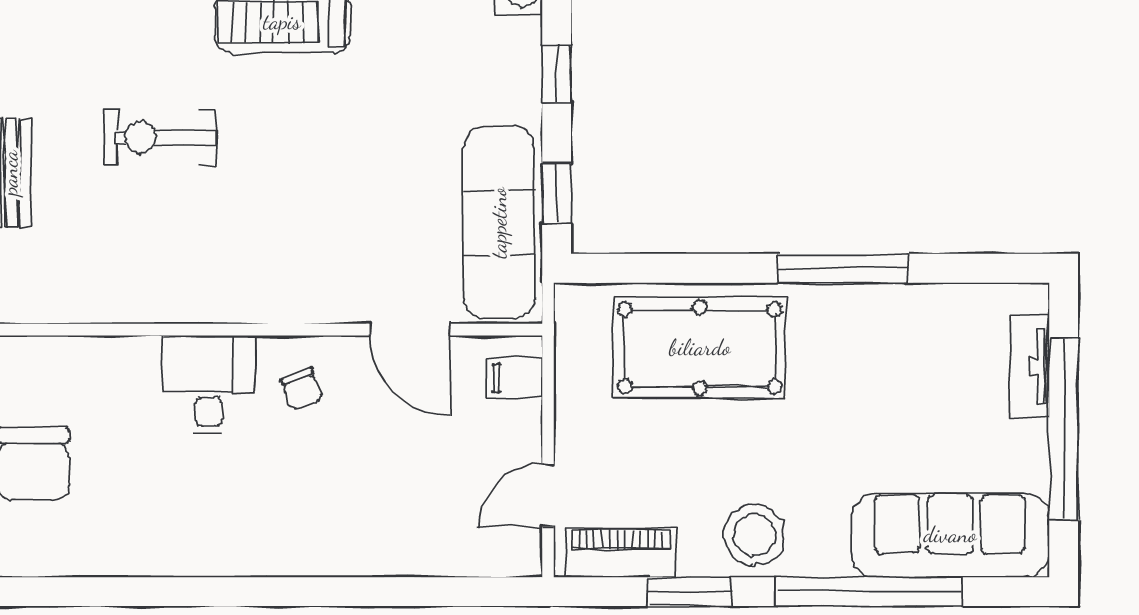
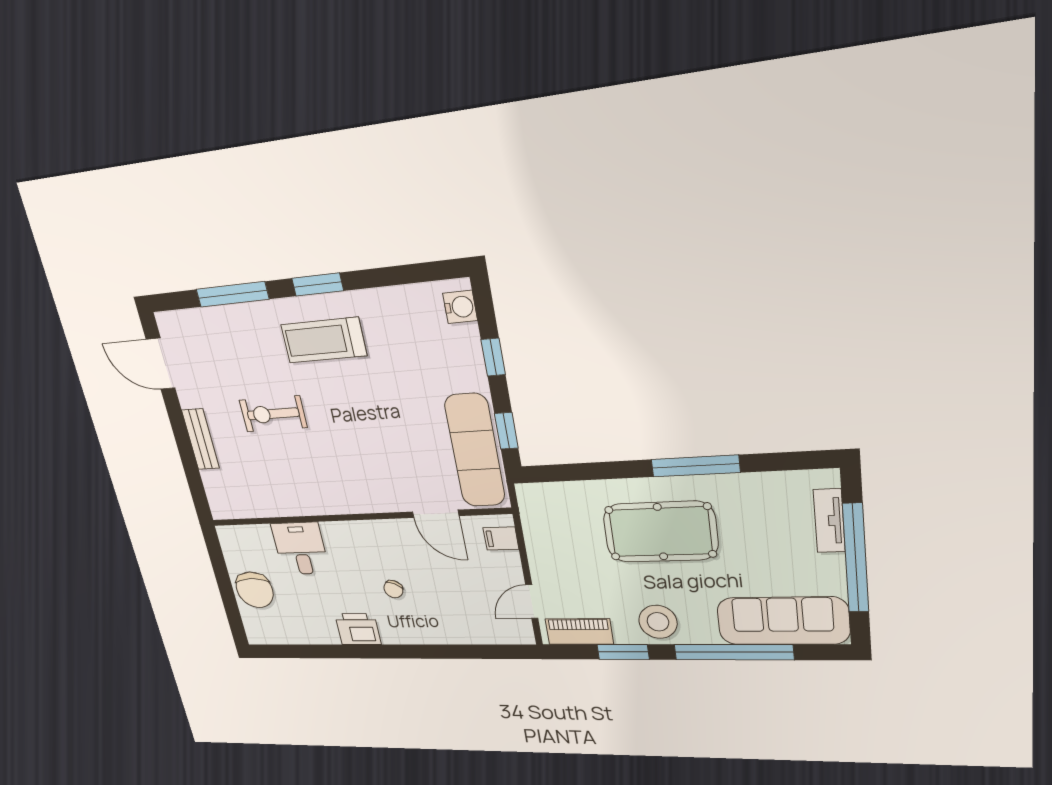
pool table: (700, 348) -> (660, 532), moved
desk: (209, 385) -> (300, 548), moved
chair: (302, 389) -> (393, 589), moved, turned 45
printer: (218, 546) -> (358, 629), added

